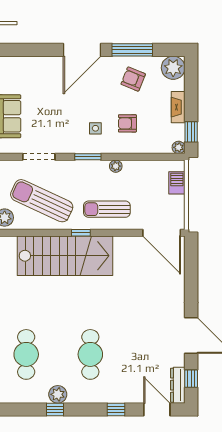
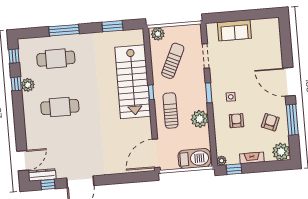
plant: (116, 166) -> (200, 119), width x1.87, depth x1.87
barbecue: (177, 183) -> (194, 159), width x1.88, depth x1.53
sun lounger: (42, 201) -> (173, 61), width x0.73, depth x0.75
window: (116, 409) -> (14, 56), moved

